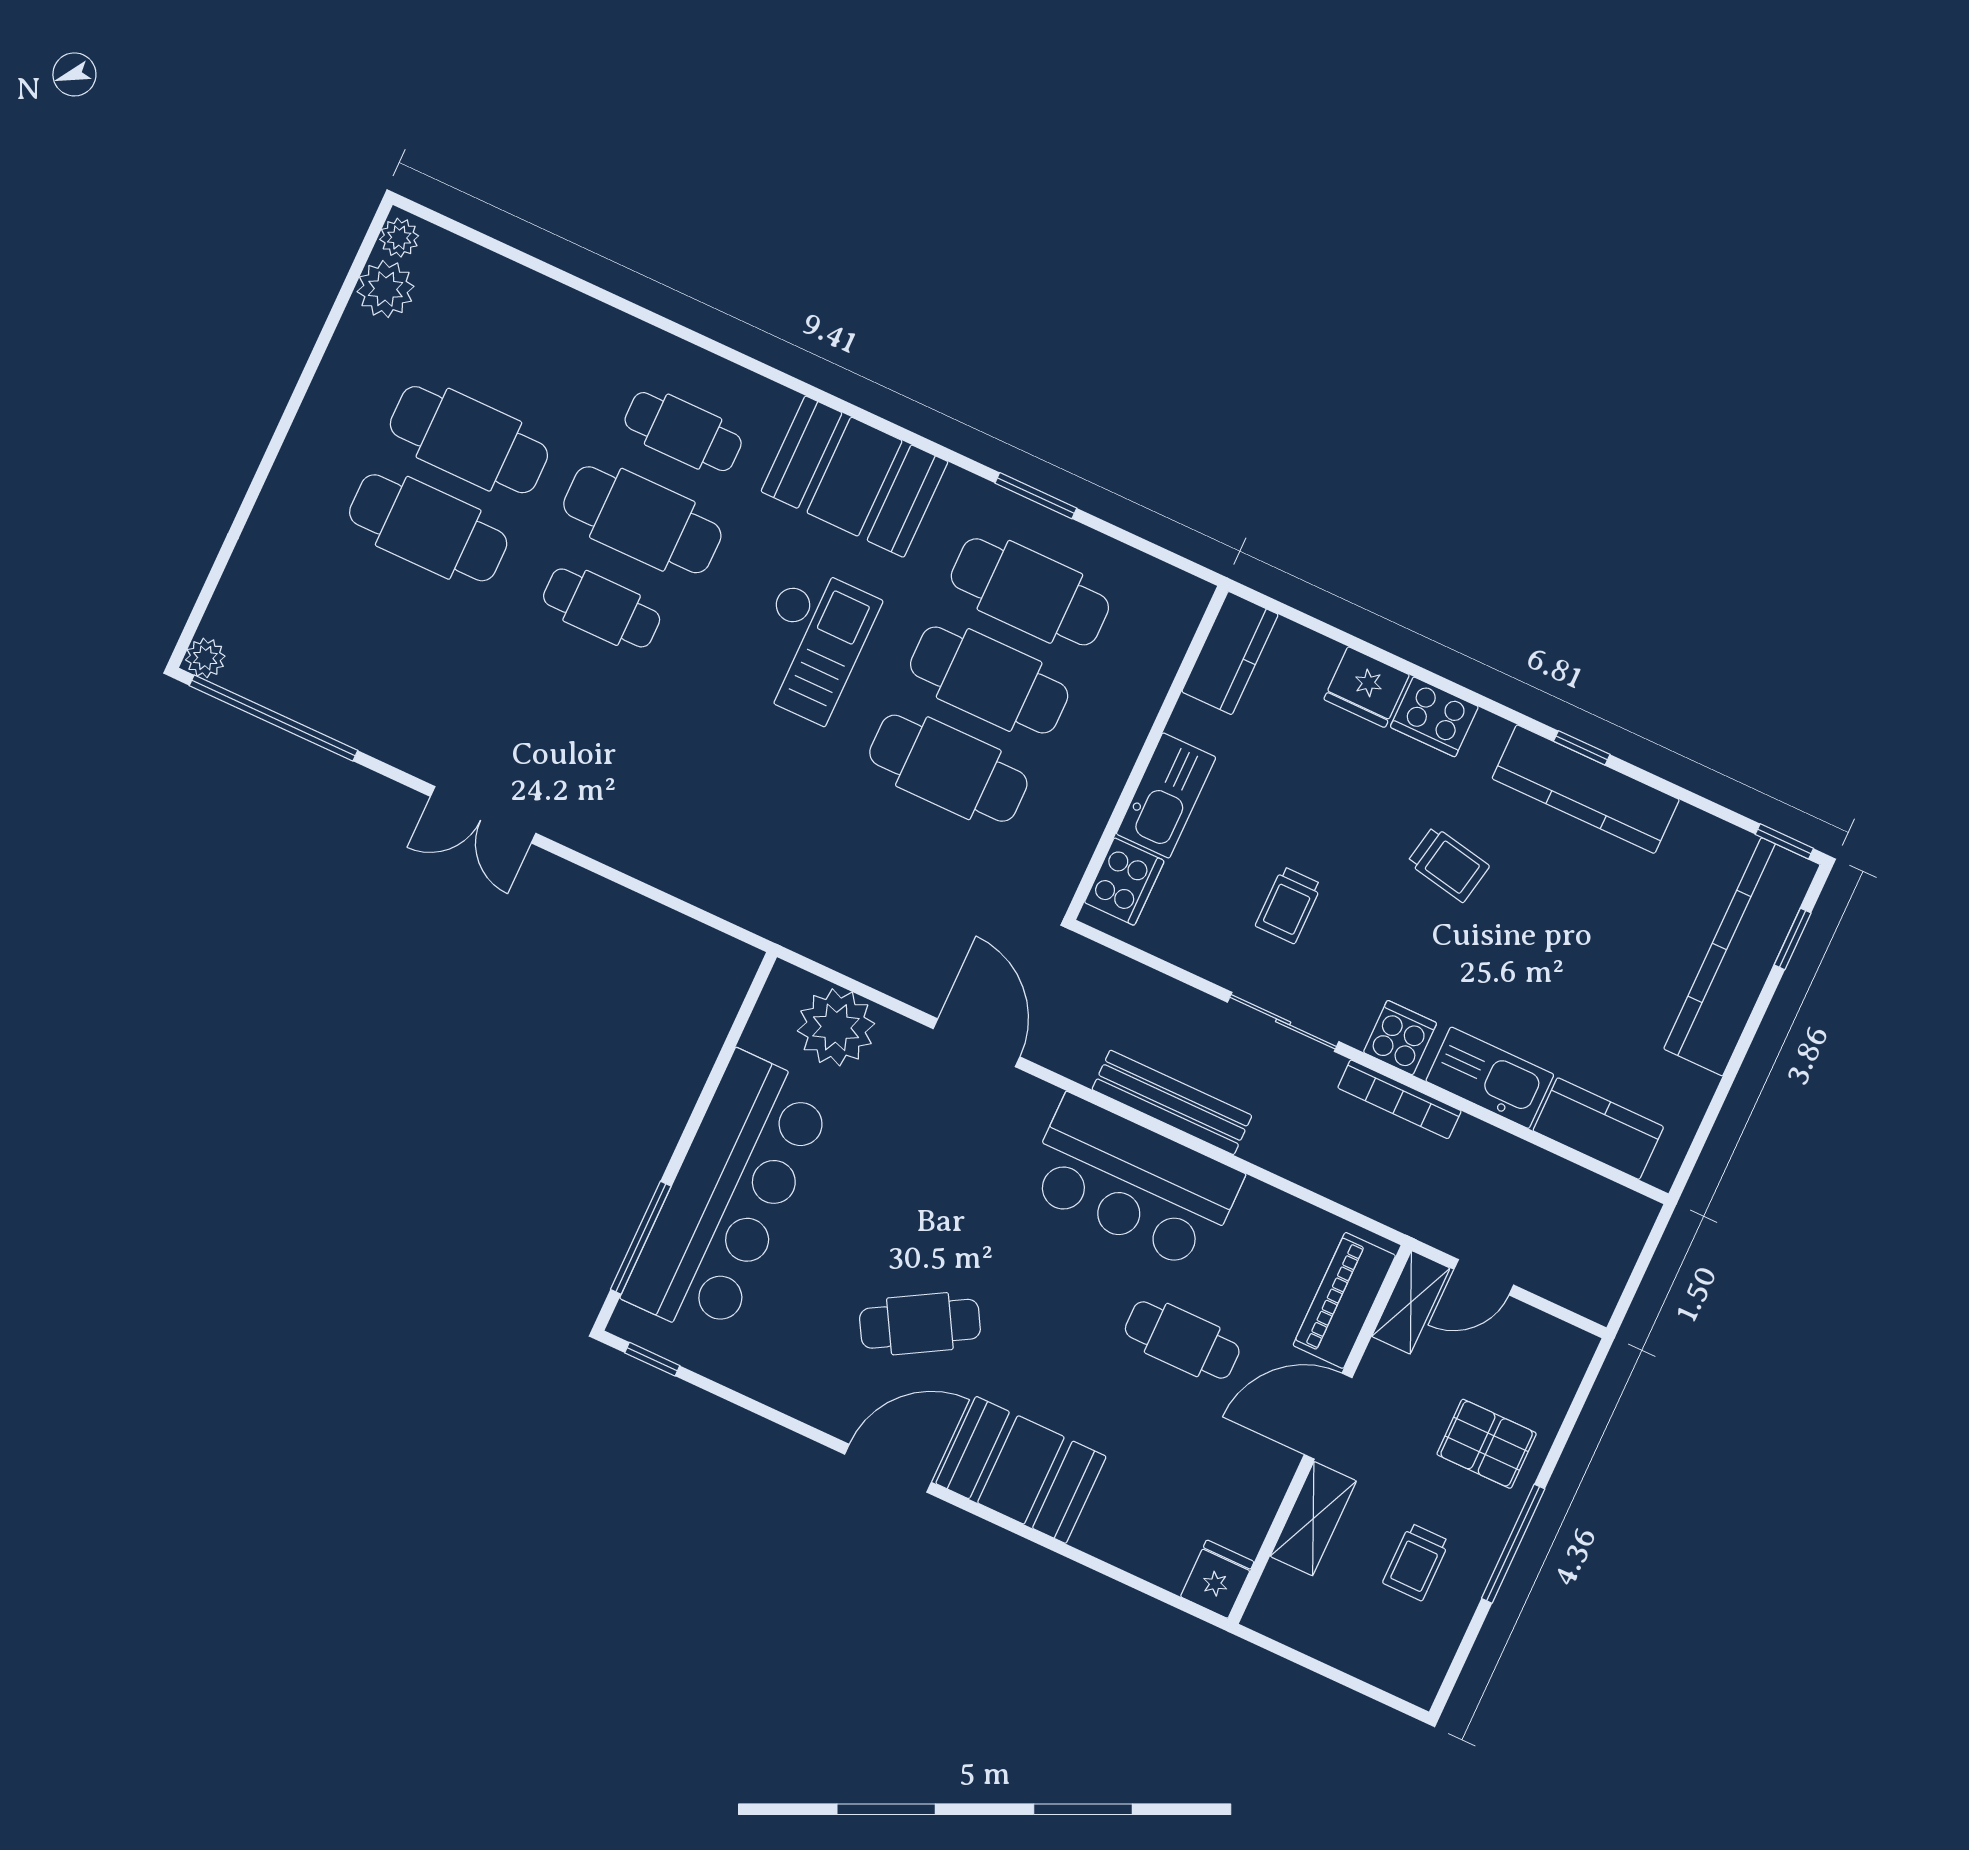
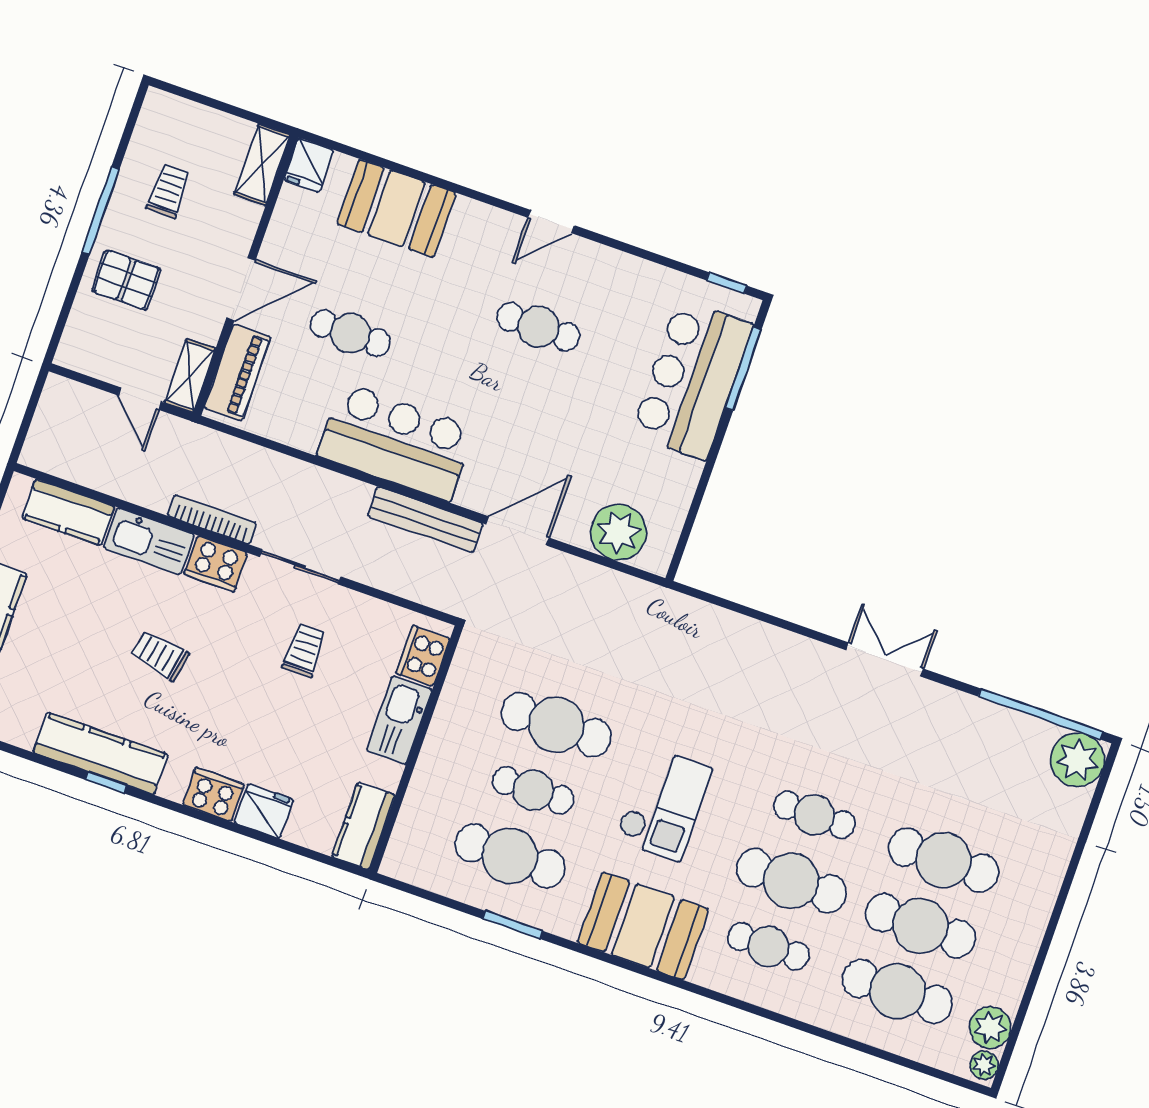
cafe table: (510, 351) -> (897, 991), added
checkout: (810, 643) -> (664, 804), turned 180
plant: (205, 658) -> (1077, 760), width x1.87, depth x1.87
cafe table: (989, 680) -> (533, 790), width x0.73, depth x0.74
trolley: (1448, 864) -> (160, 655), moved
cooker: (1400, 1038) -> (216, 564), width x1.36
door: (976, 1043) -> (517, 531), swing flipped
bench: (1172, 1102) -> (425, 520), moved
bar counter: (729, 1196) -> (692, 379), width x0.73
door: (1484, 1277) -> (140, 399), swing flipped
cafe table: (920, 1324) -> (538, 327), turned 30
door: (888, 1468) -> (551, 222), width x0.73
booth: (1021, 1470) -> (396, 208), moved
shelving: (1313, 1519) -> (262, 165), moved

